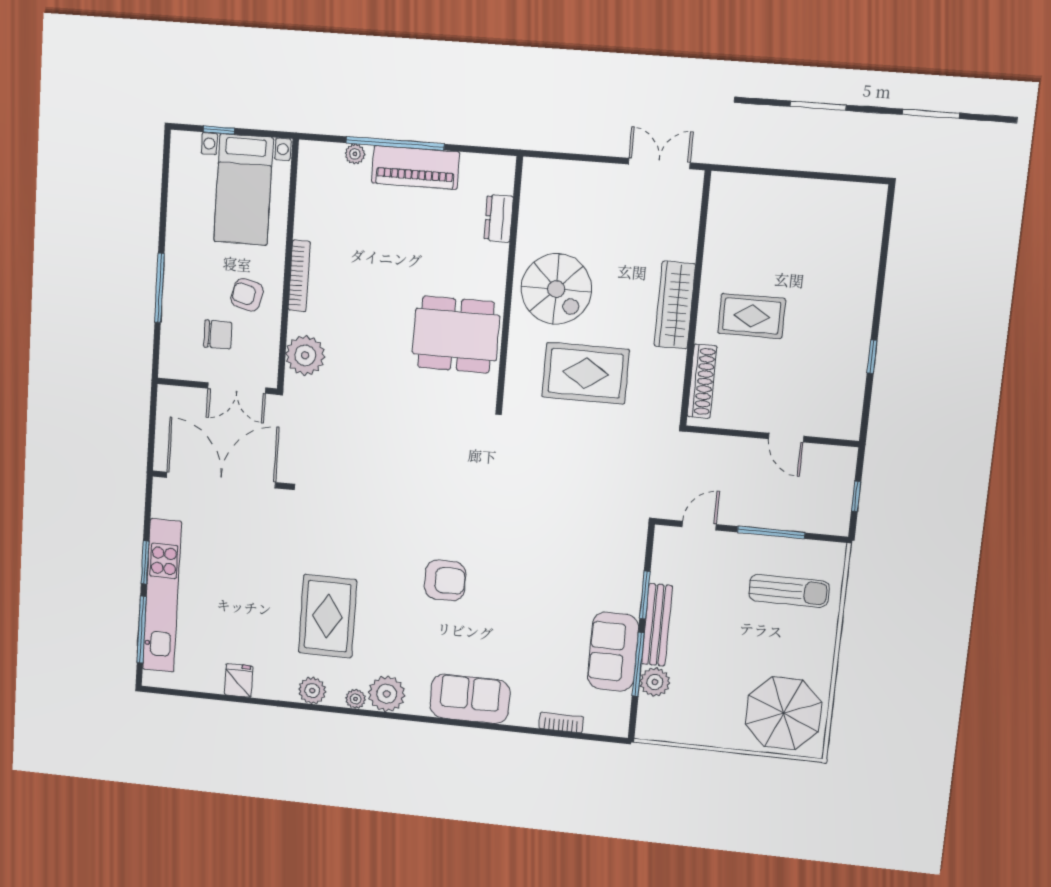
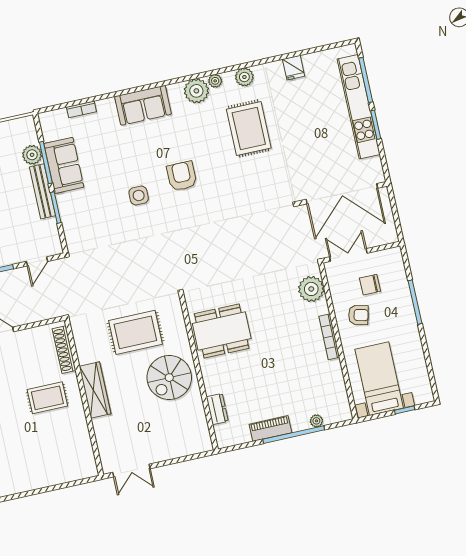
piano: (416, 167) -> (270, 428), width x0.73, depth x0.75
spiral stairs: (556, 289) -> (169, 378), turned -90
side table: (517, 573) -> (139, 195), added
armchair: (445, 580) -> (182, 176), turned 90

